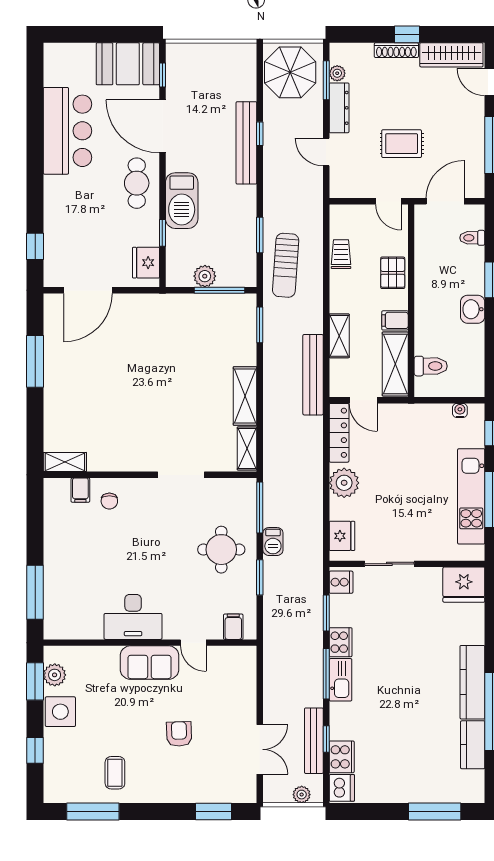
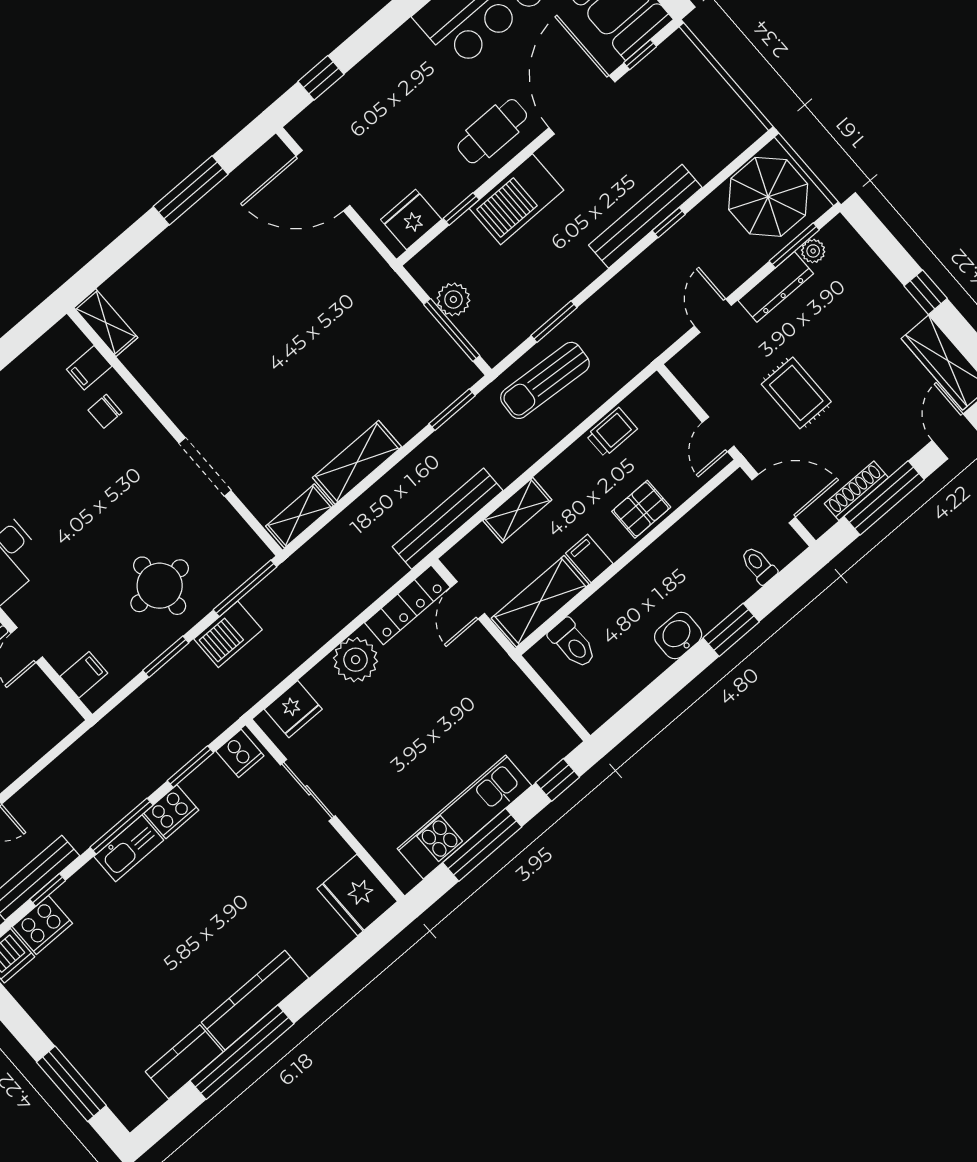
shoe rack: (396, 50) -> (856, 491), moved, turned 90
water cooler: (460, 410) -> (551, 720), removed
barbecue: (273, 542) -> (228, 634), width x1.38, depth x1.27

